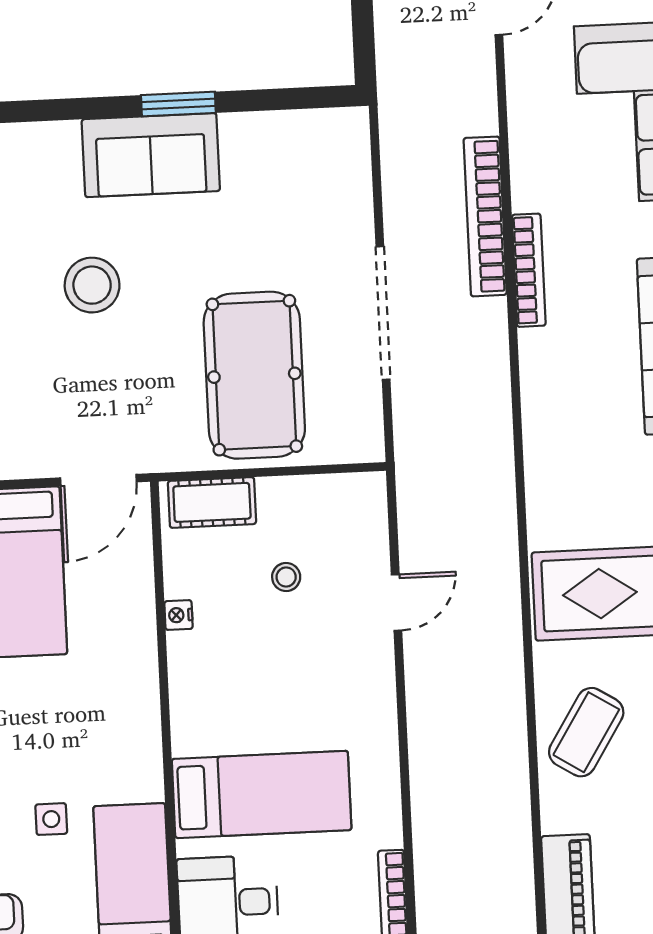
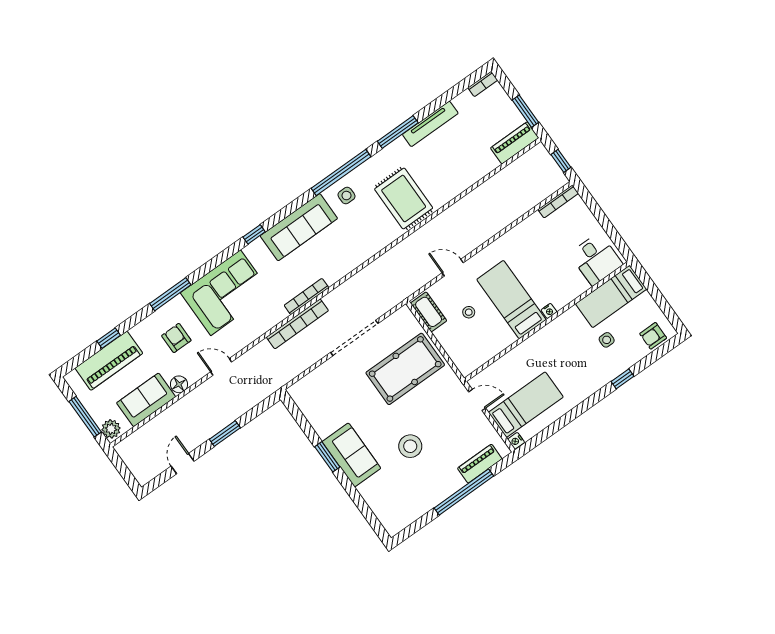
door: (98, 480) -> (477, 400), width x0.73
cot: (212, 502) -> (429, 312), moved
nightstand: (178, 615) -> (549, 311), moved
coffee table: (586, 732) -> (455, 172), removed
bed: (262, 794) -> (511, 300), moved

